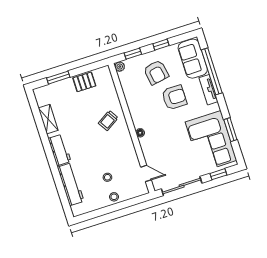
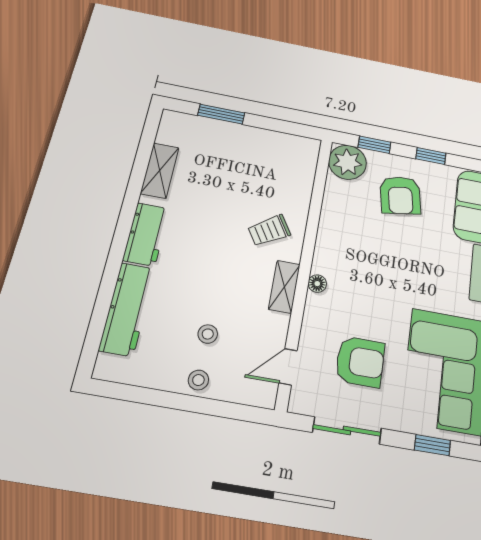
plant: (120, 67) -> (347, 162), width x1.87, depth x1.87
pallet: (84, 82) -> (263, 144), removed
armchair: (174, 97) -> (360, 362), moved
shelving: (127, 142) -> (284, 287), added
door: (146, 173) -> (288, 367), swing flipped
sliding door: (182, 186) -> (347, 430), width x0.73

